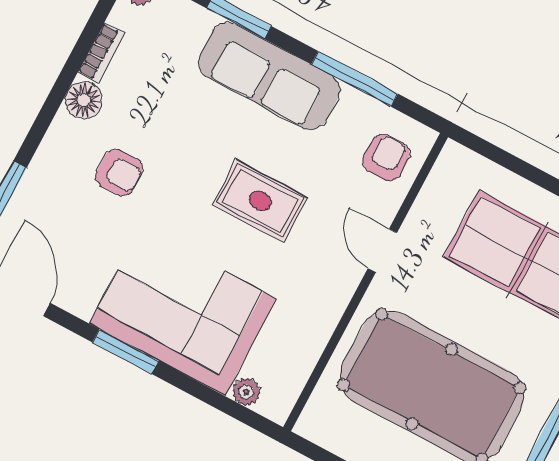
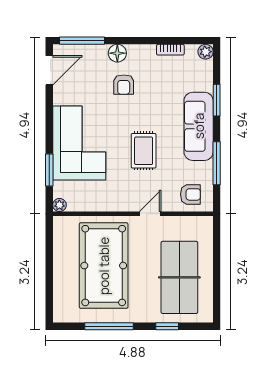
floor lamp: (84, 100) -> (117, 53), moved
window: (126, 352) -> (49, 170), moved
plant: (246, 392) -> (59, 205), moved

